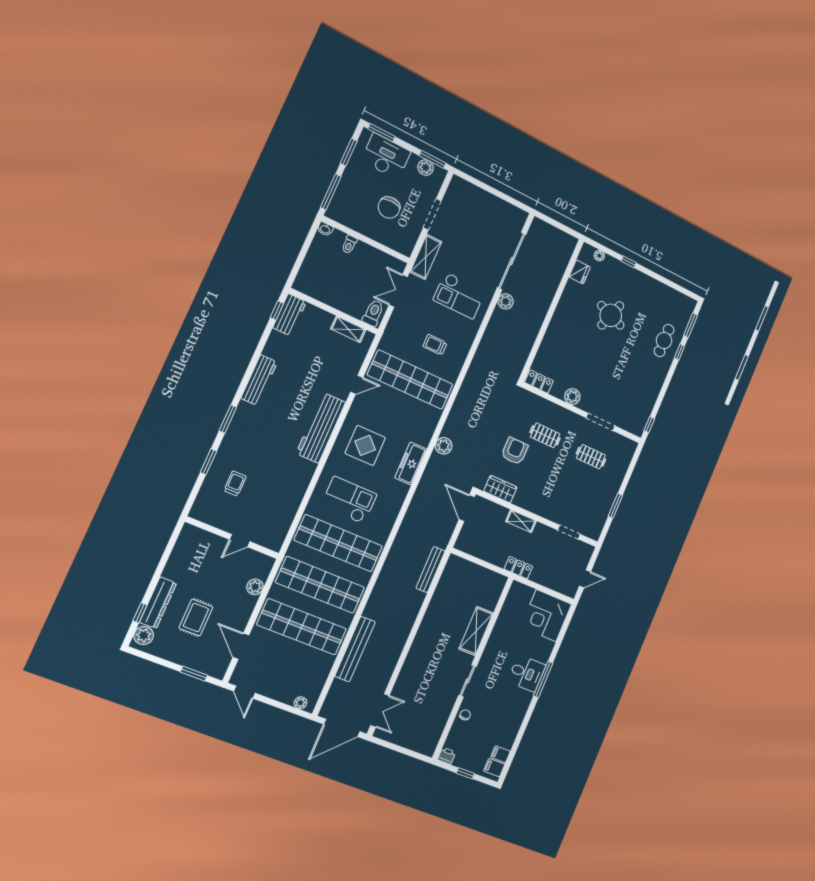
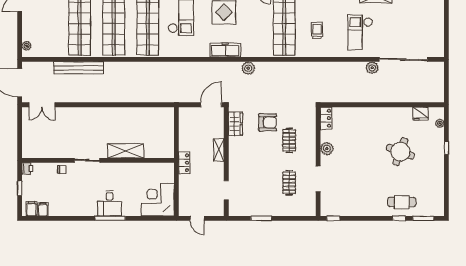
bench: (431, 570) -> (156, 98), removed

